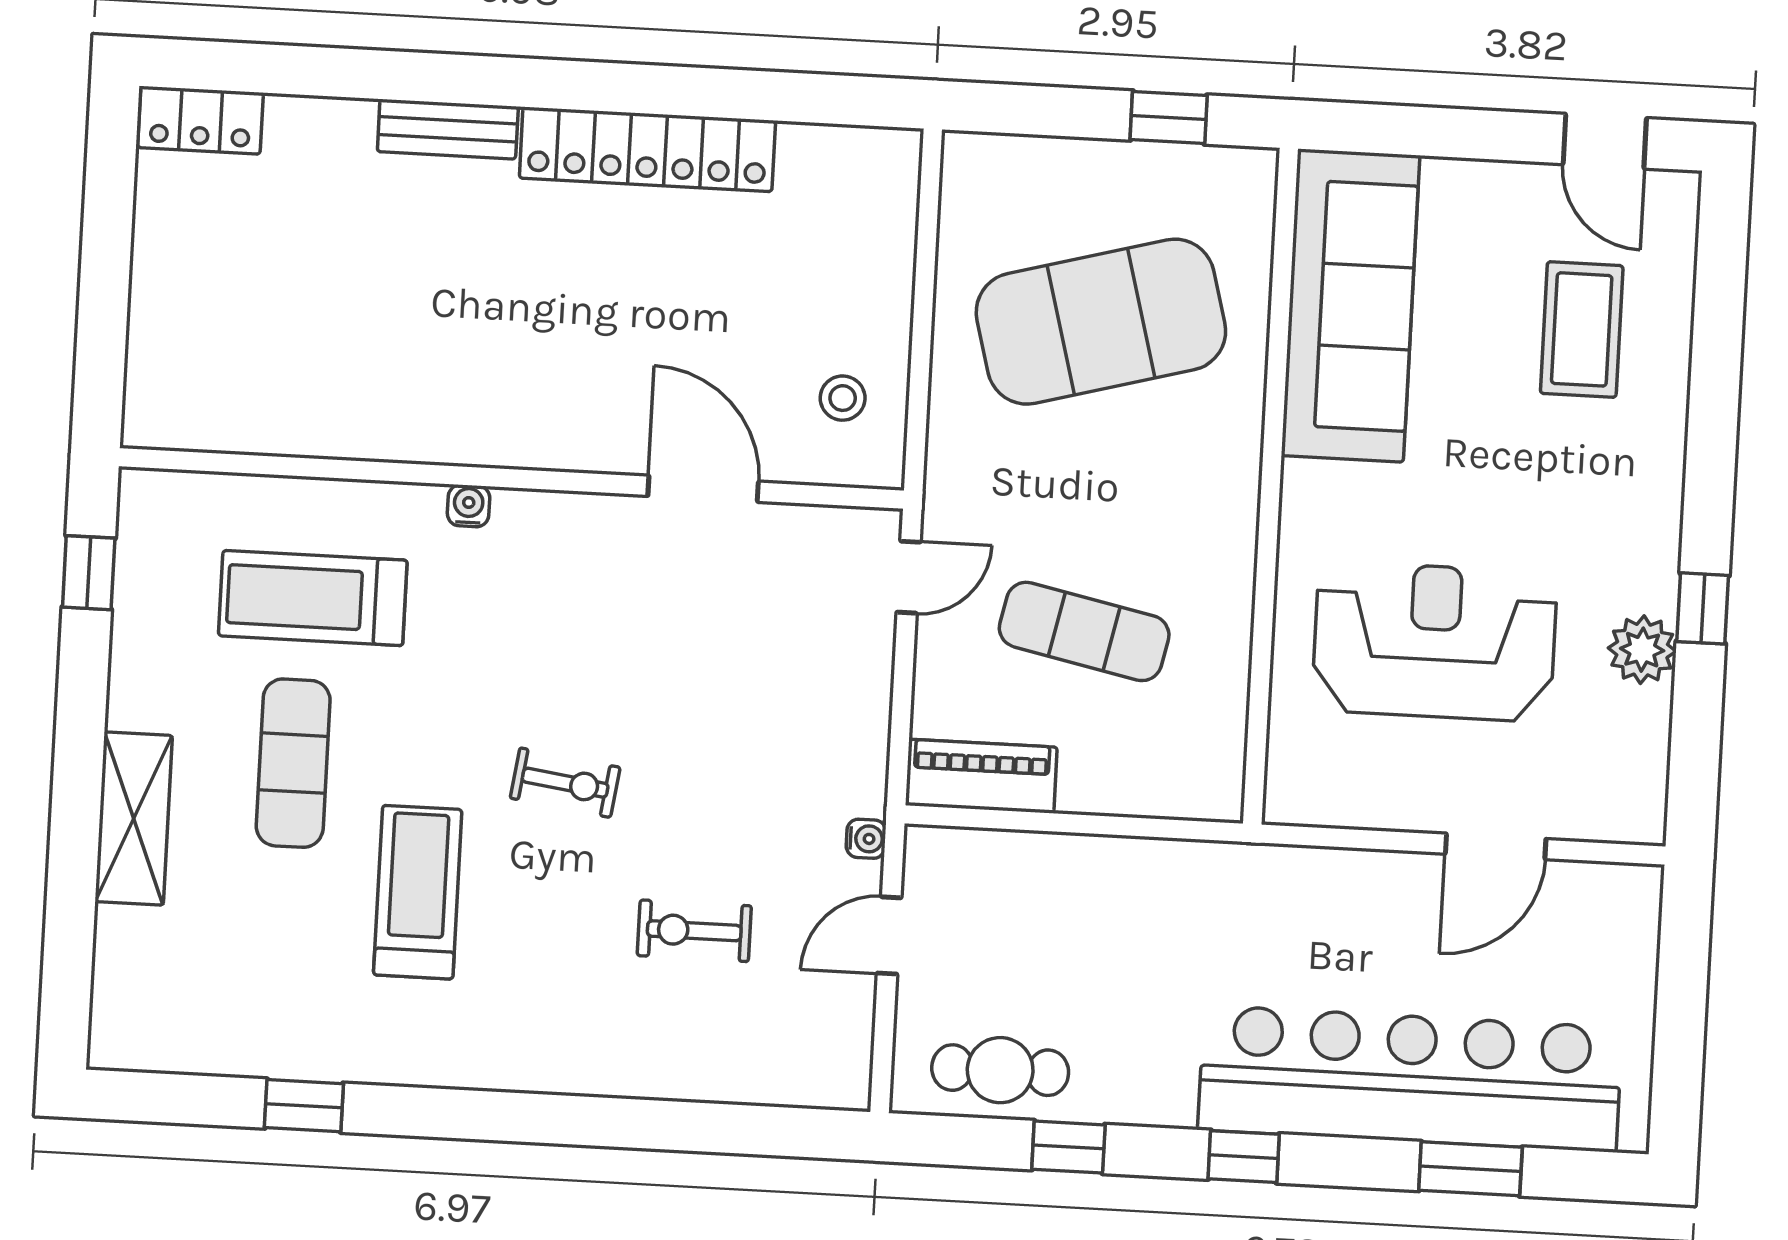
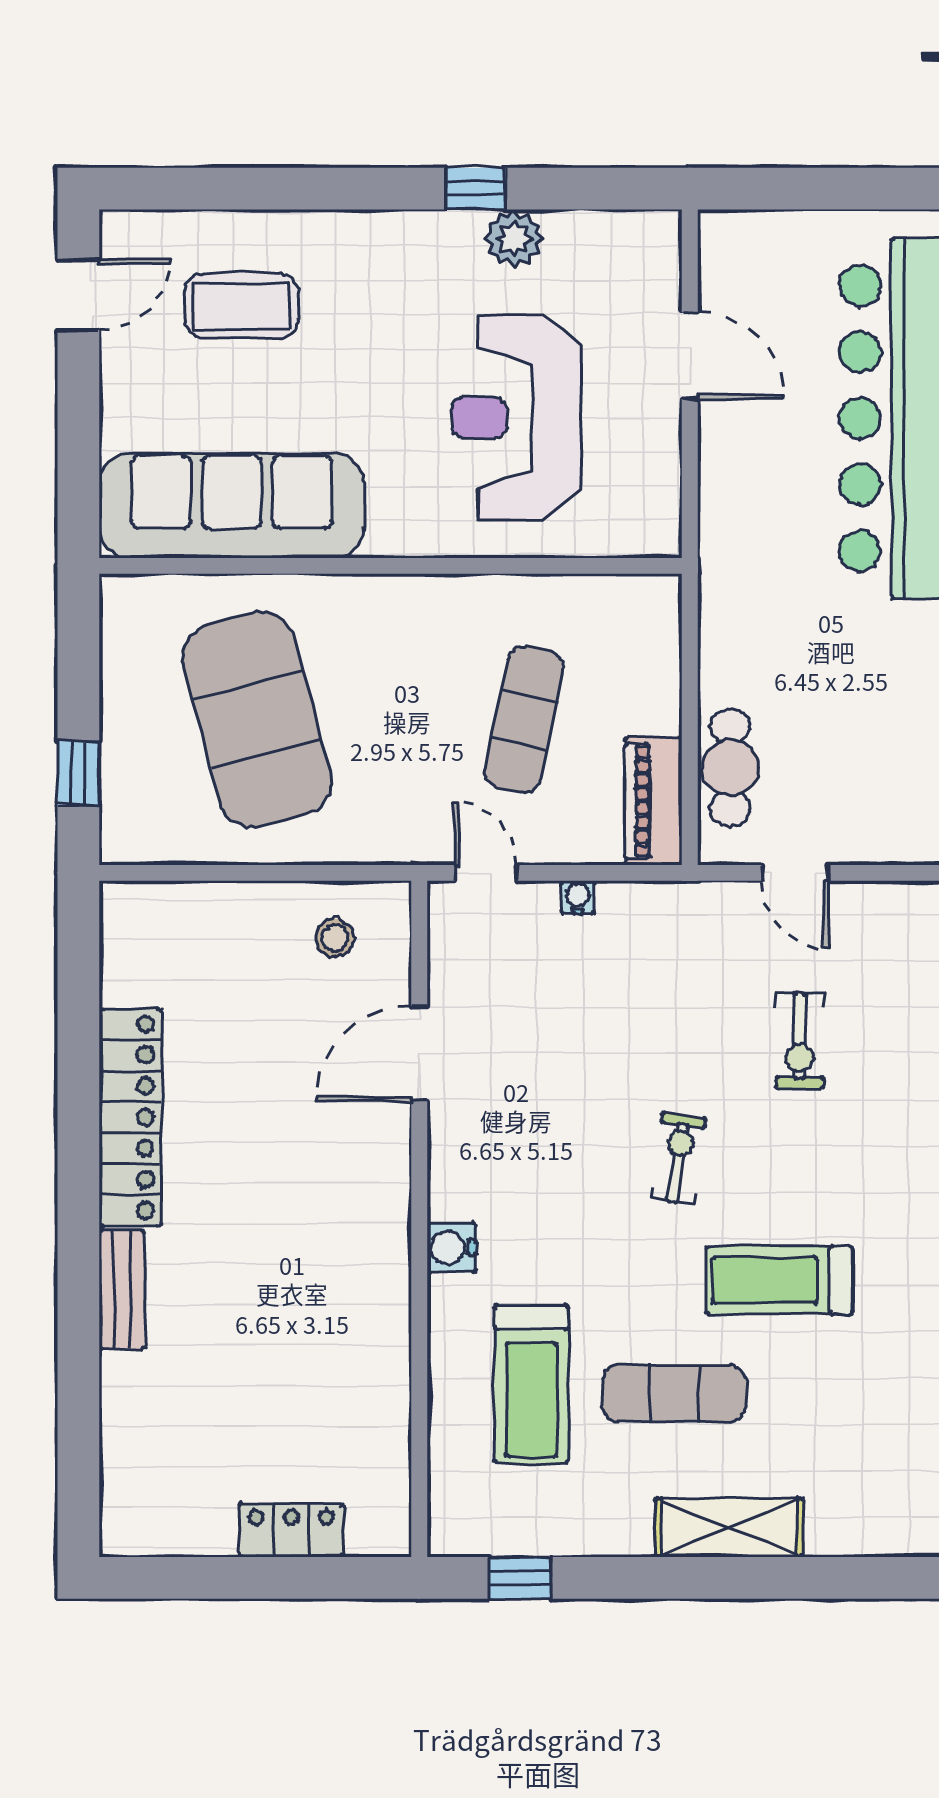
window: (1169, 118) -> (78, 773), moved
locker: (200, 120) -> (291, 1530), moved, turned -90
water cooler: (469, 506) -> (452, 1248), width x1.38, depth x1.38
water cooler: (866, 839) -> (578, 897), moved
cafe table: (1000, 1070) -> (730, 768), moved

